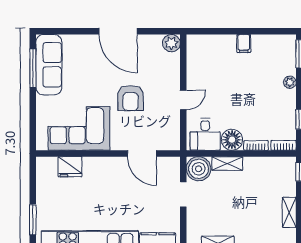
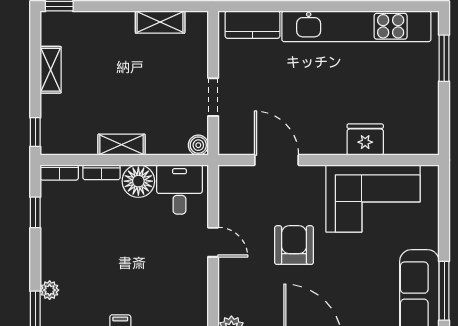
plant: (290, 82) -> (50, 290), moved
door: (183, 100) -> (213, 242), swing flipped
shelving: (227, 164) -> (122, 145), moved
fridge: (70, 167) -> (365, 140), moved
boiler: (199, 169) -> (198, 145), width x0.54, depth x0.54

